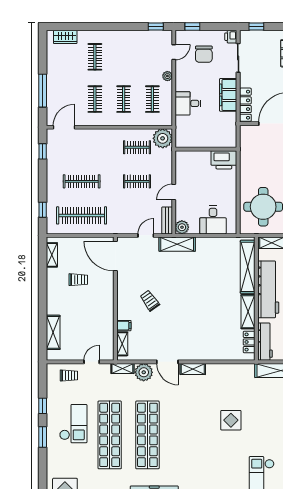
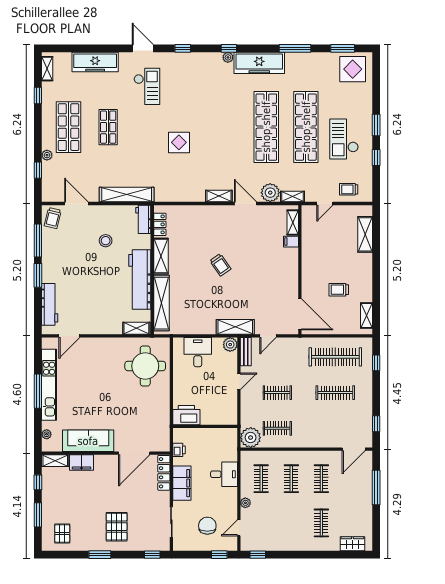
printer: (231, 37) -> (179, 450), moved
trolley: (150, 301) -> (220, 265), moved
workbench: (265, 342) -> (143, 219), width x0.73

